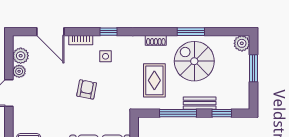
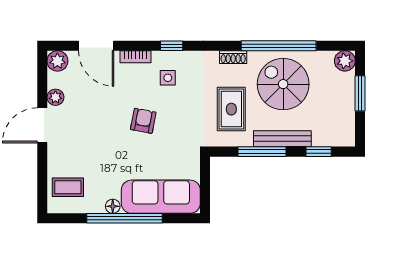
window: (191, 32) -> (279, 46), width x2.11
plant: (21, 56) -> (57, 61), moved
bench: (200, 103) -> (282, 139), width x1.36

